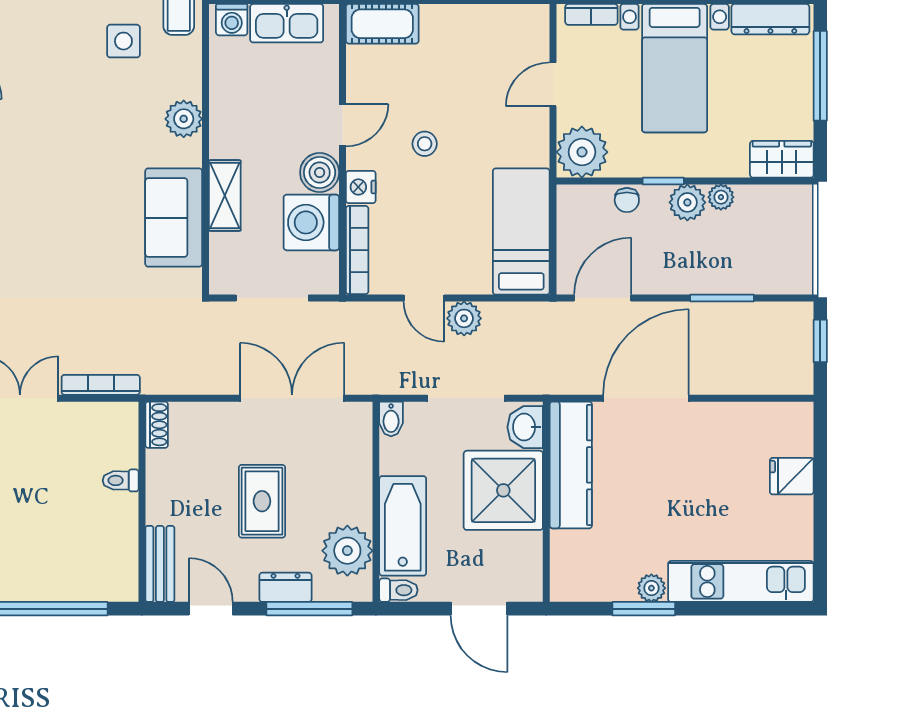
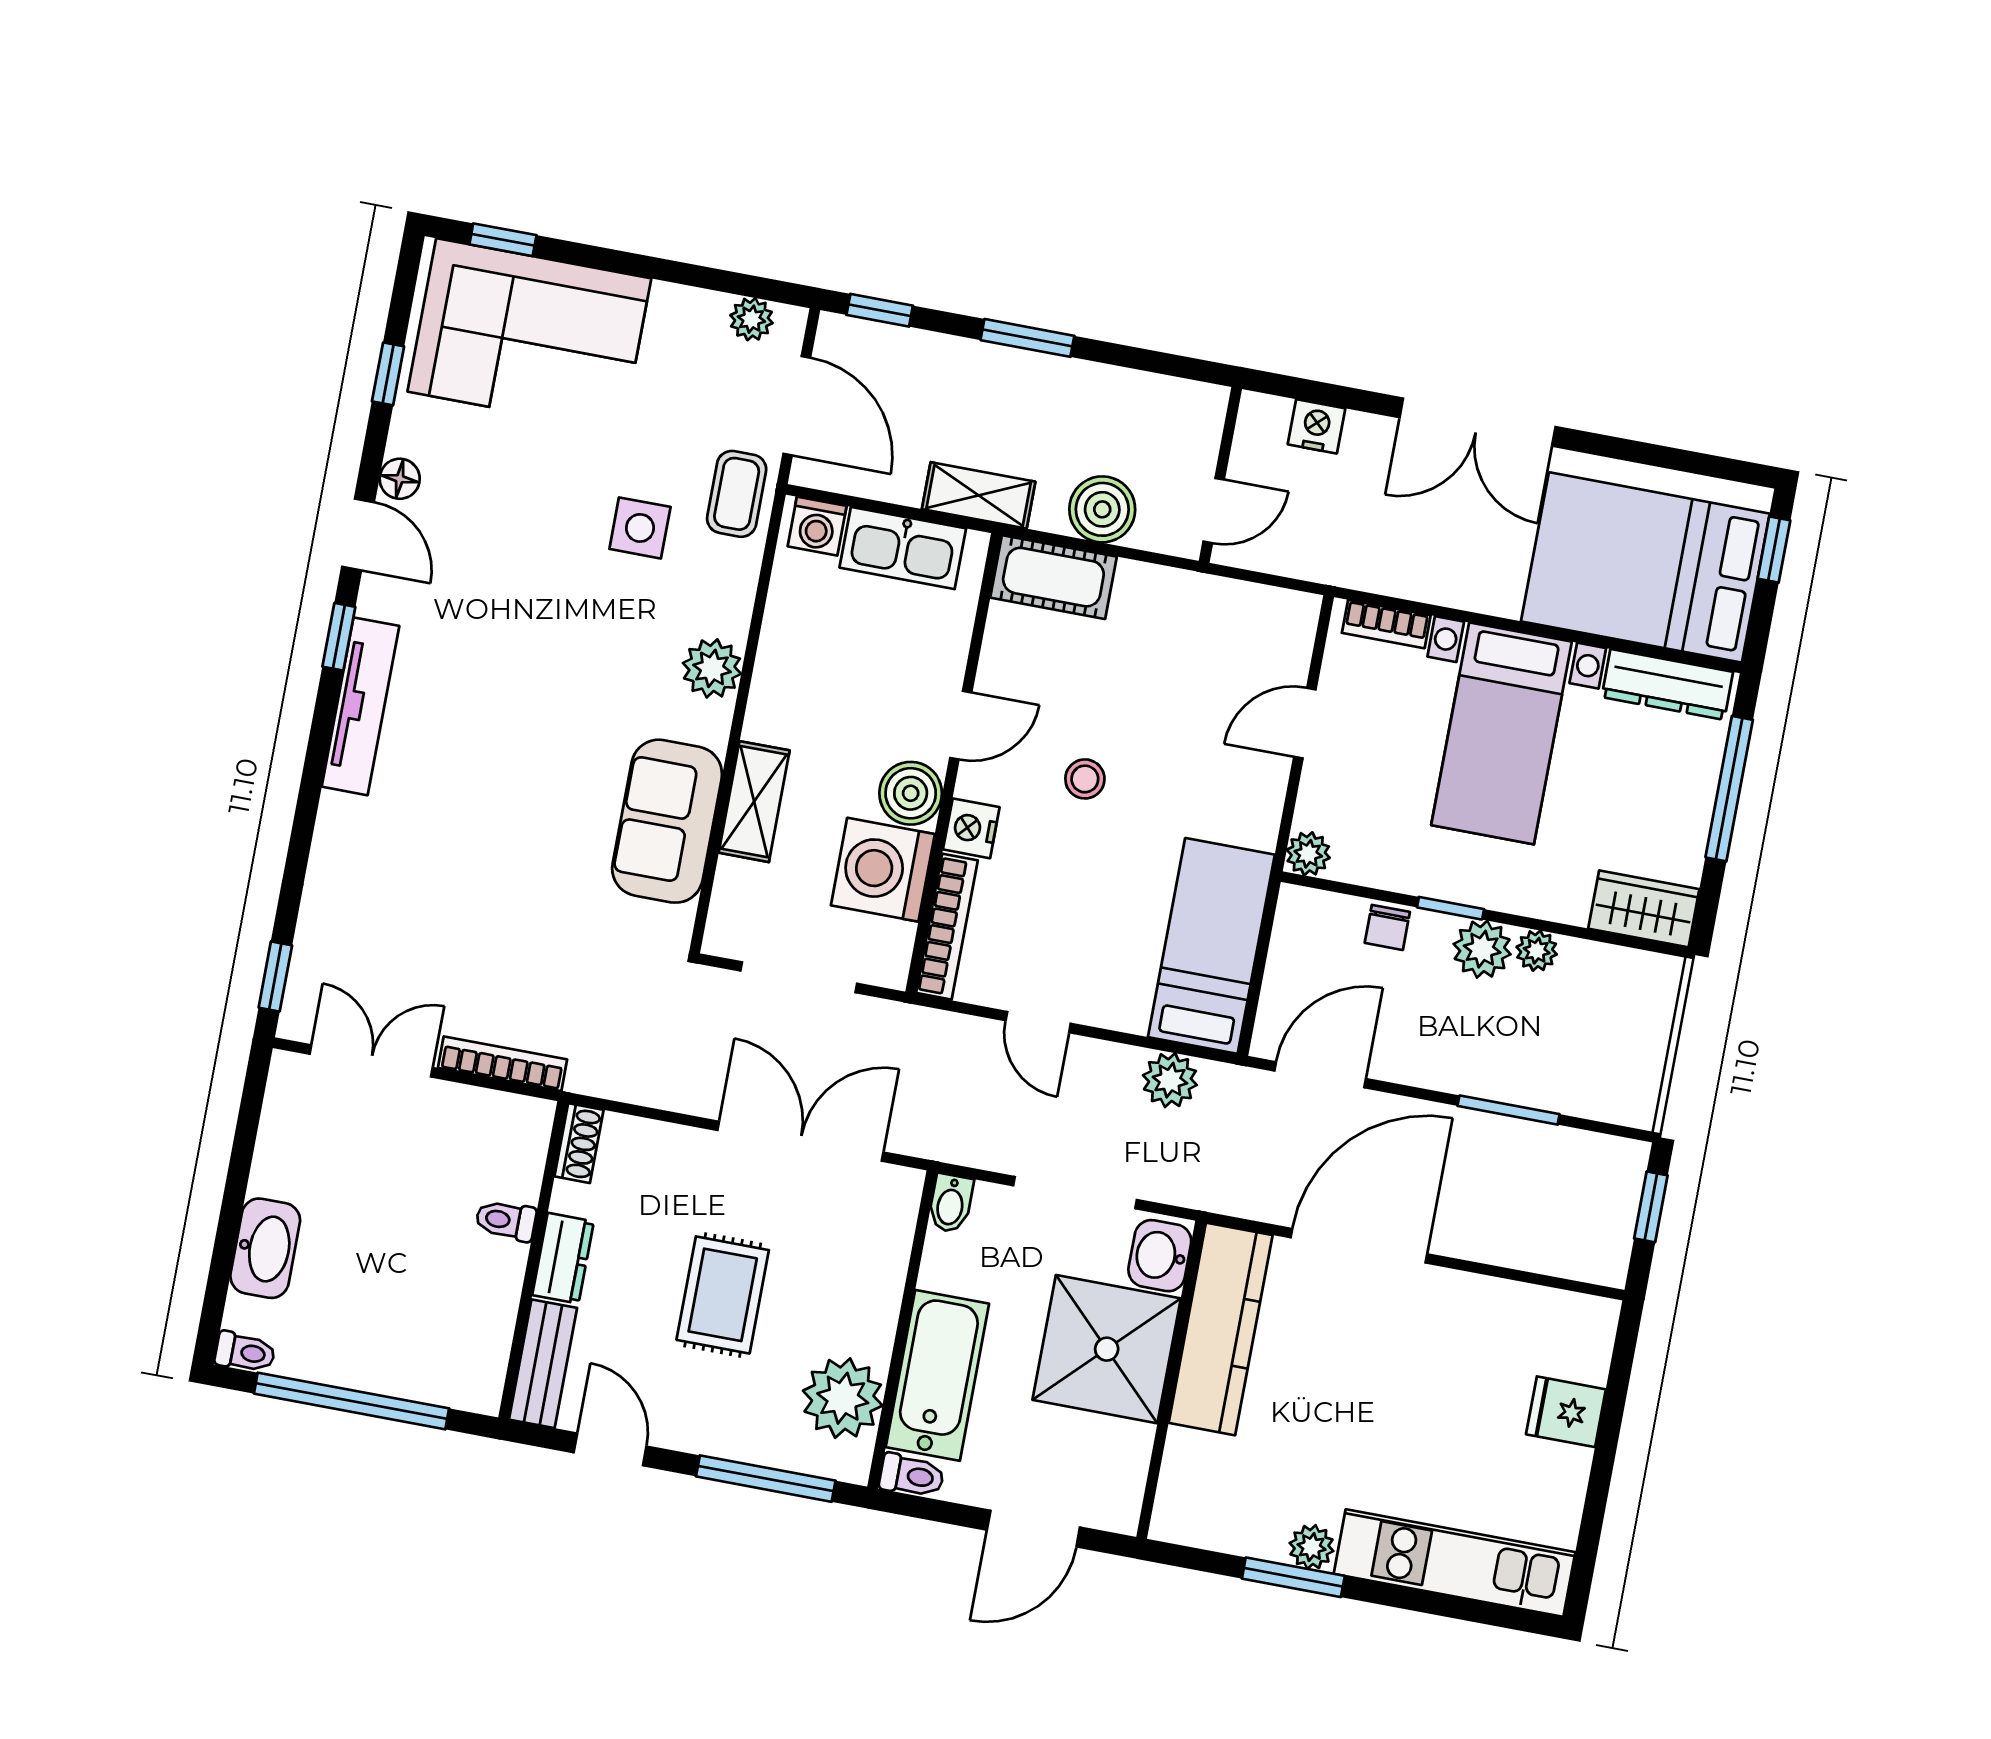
plant: (582, 152) -> (1308, 854), width x0.53, depth x0.53
plant: (464, 318) -> (1170, 1080), moved
dresser: (285, 587) -> (563, 1258), moved, turned 90
door: (479, 609) -> (1033, 1529), hinge flipped

